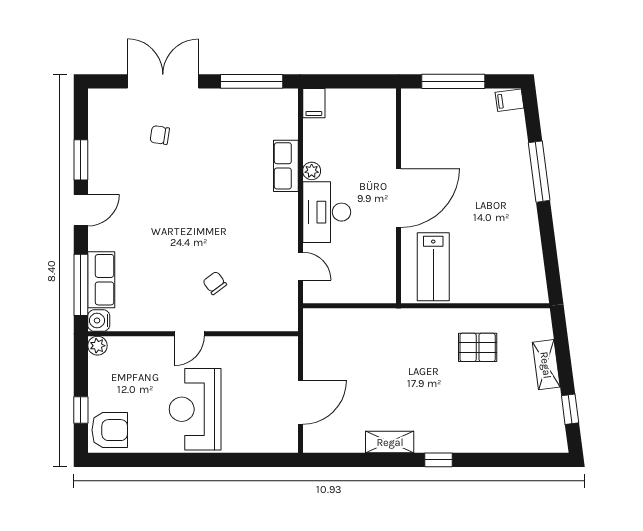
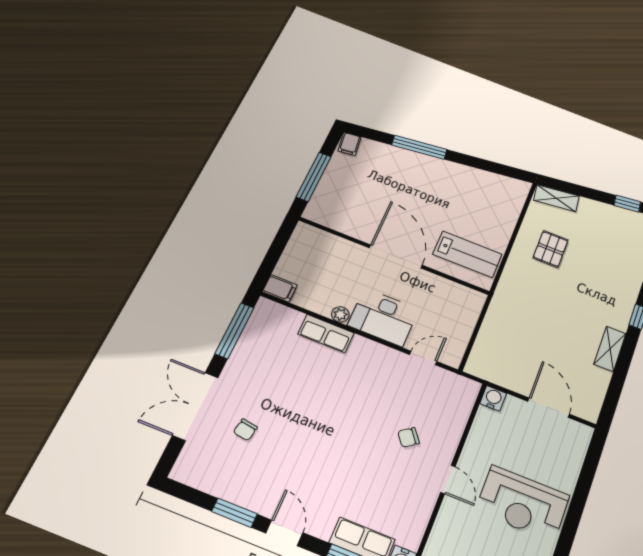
water cooler: (287, 347) -> (493, 398), added
shelving: (546, 365) -> (556, 198), moved

